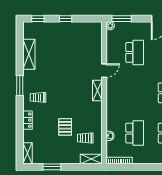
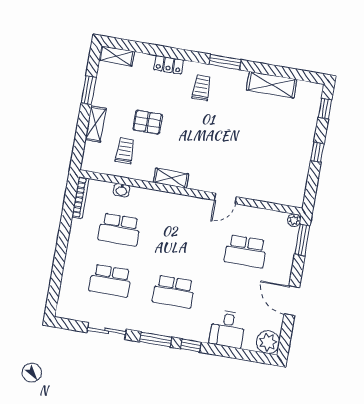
door: (104, 71) -> (225, 198), hinge flipped
shelving: (97, 91) -> (171, 178), moved
shelving: (91, 159) -> (96, 124), moved

